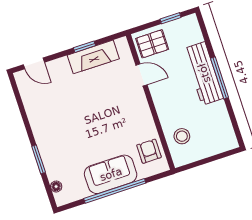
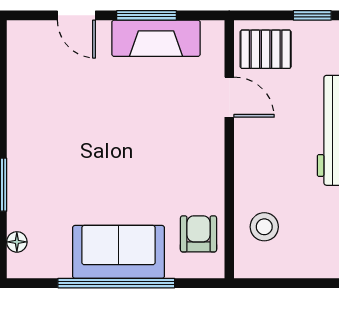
window: (84, 47) -> (146, 15), width x1.50
door: (34, 63) -> (76, 15), moved

